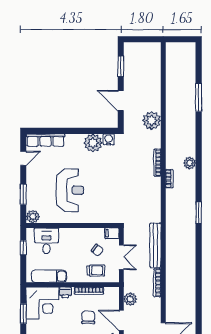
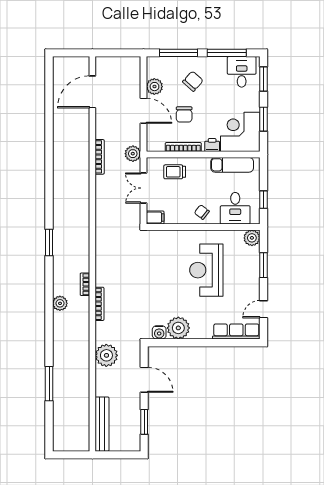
bench: (155, 245) -> (102, 424), moved
chair: (97, 250) -> (202, 212), moved
plant: (130, 299) -> (133, 154), moved

